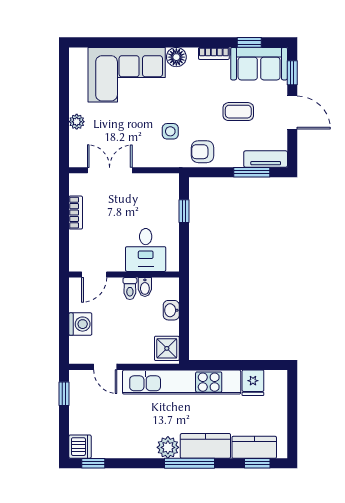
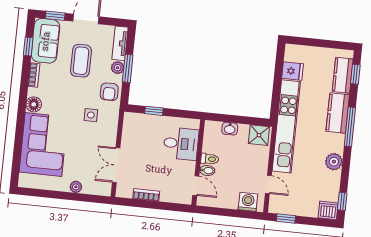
coffee table: (238, 112) -> (81, 61), width x1.36, depth x1.30
plant: (234, 159) -> (118, 68), added
window: (252, 172) -> (128, 68), moved
bidet: (145, 287) -> (207, 170), moved
washing machine: (80, 324) -> (248, 202), moved
door: (105, 367) -> (268, 184), hinge flipped
plant: (168, 447) -> (334, 162), moved

